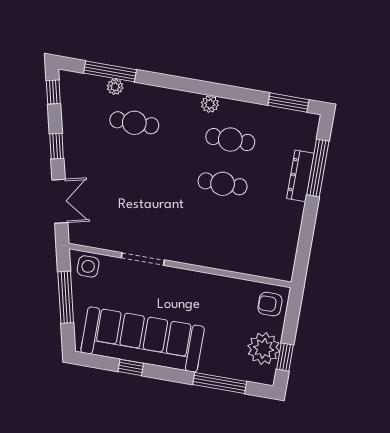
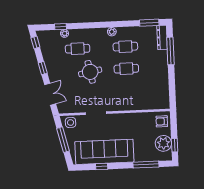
window: (110, 71) -> (60, 27), width x0.46
round table: (149, 174) -> (90, 72), added
dresser: (300, 176) -> (162, 37), moved

